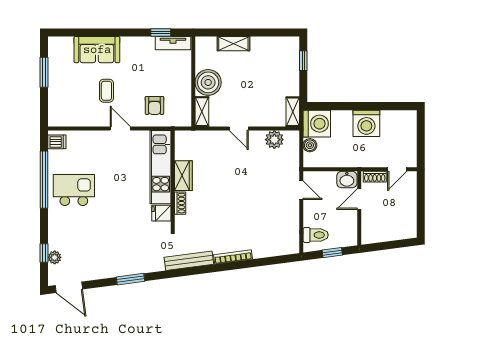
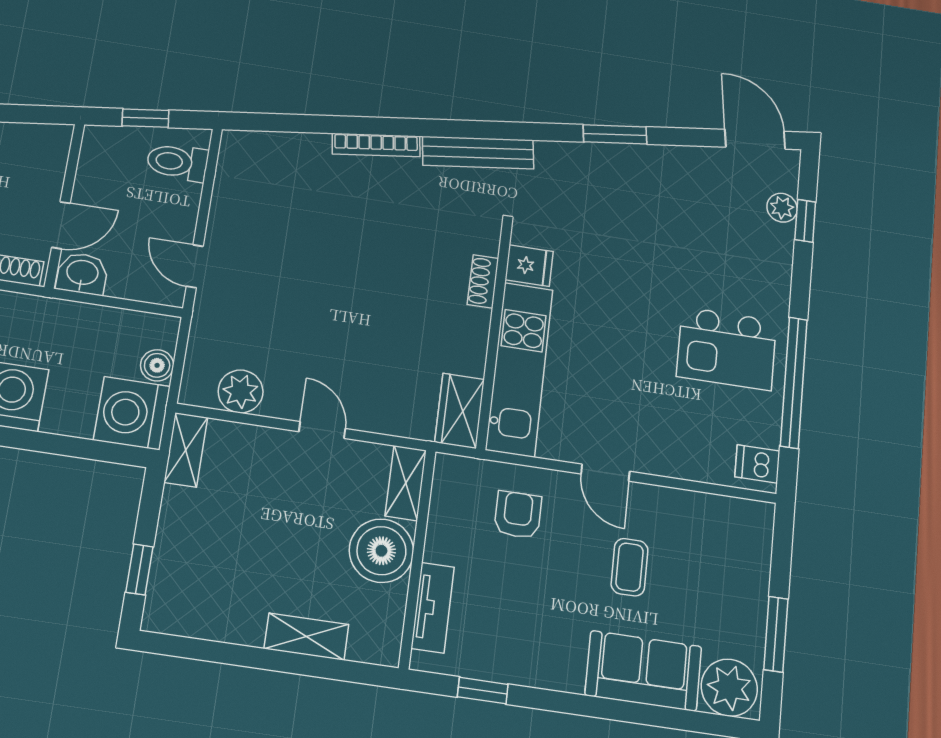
tv unit: (173, 43) -> (433, 608), moved, turned 90
plant: (61, 48) -> (729, 688), added
wardrobe: (183, 176) -> (460, 411), moved

